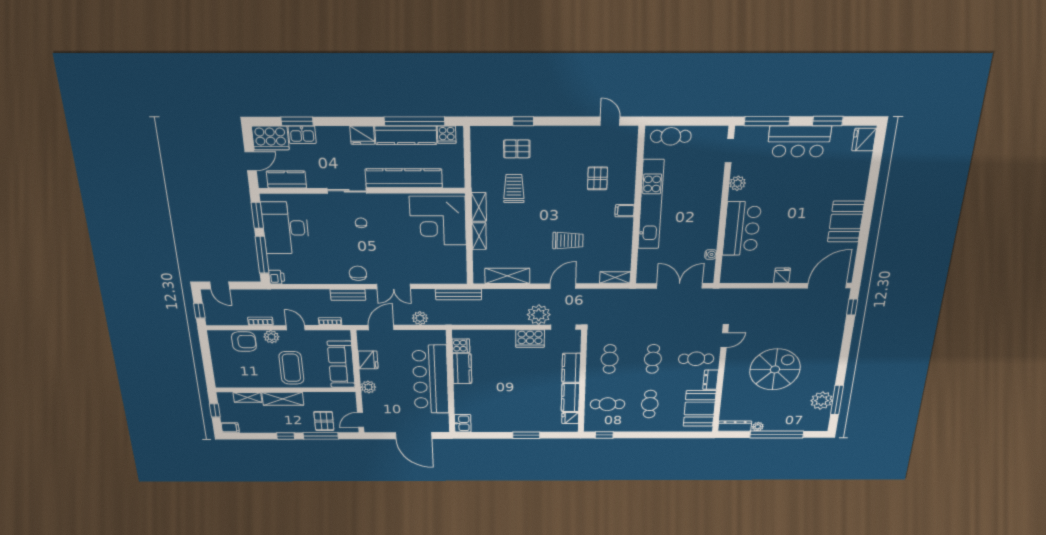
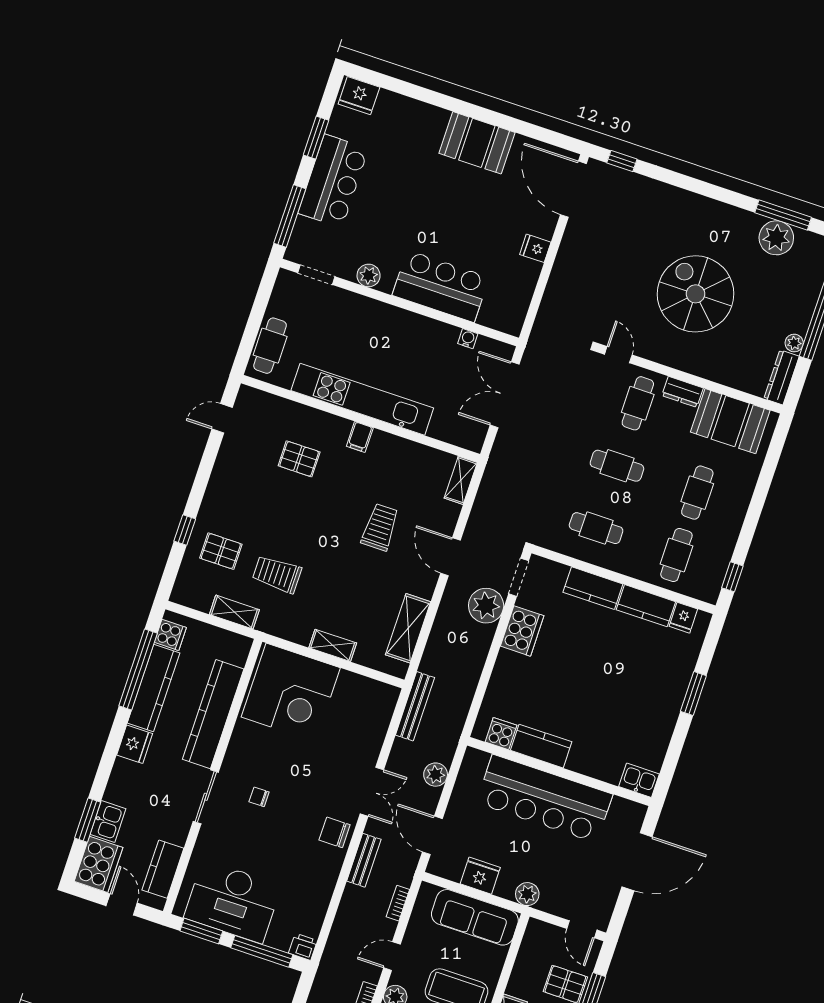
pallet: (517, 149) -> (221, 551), turned 90
shelving: (479, 207) -> (234, 612), moved
cafe table: (650, 404) -> (697, 493), turned 90

